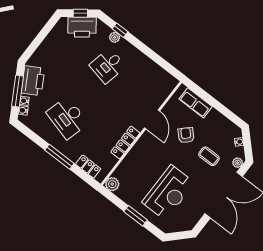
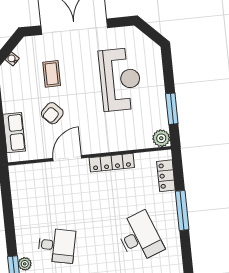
desk: (67, 118) -> (140, 237), turned -36
plant: (238, 163) -> (33, 42), removed
reception desk: (168, 193) -> (120, 79), turned 90
window: (136, 216) -> (172, 109), moved

